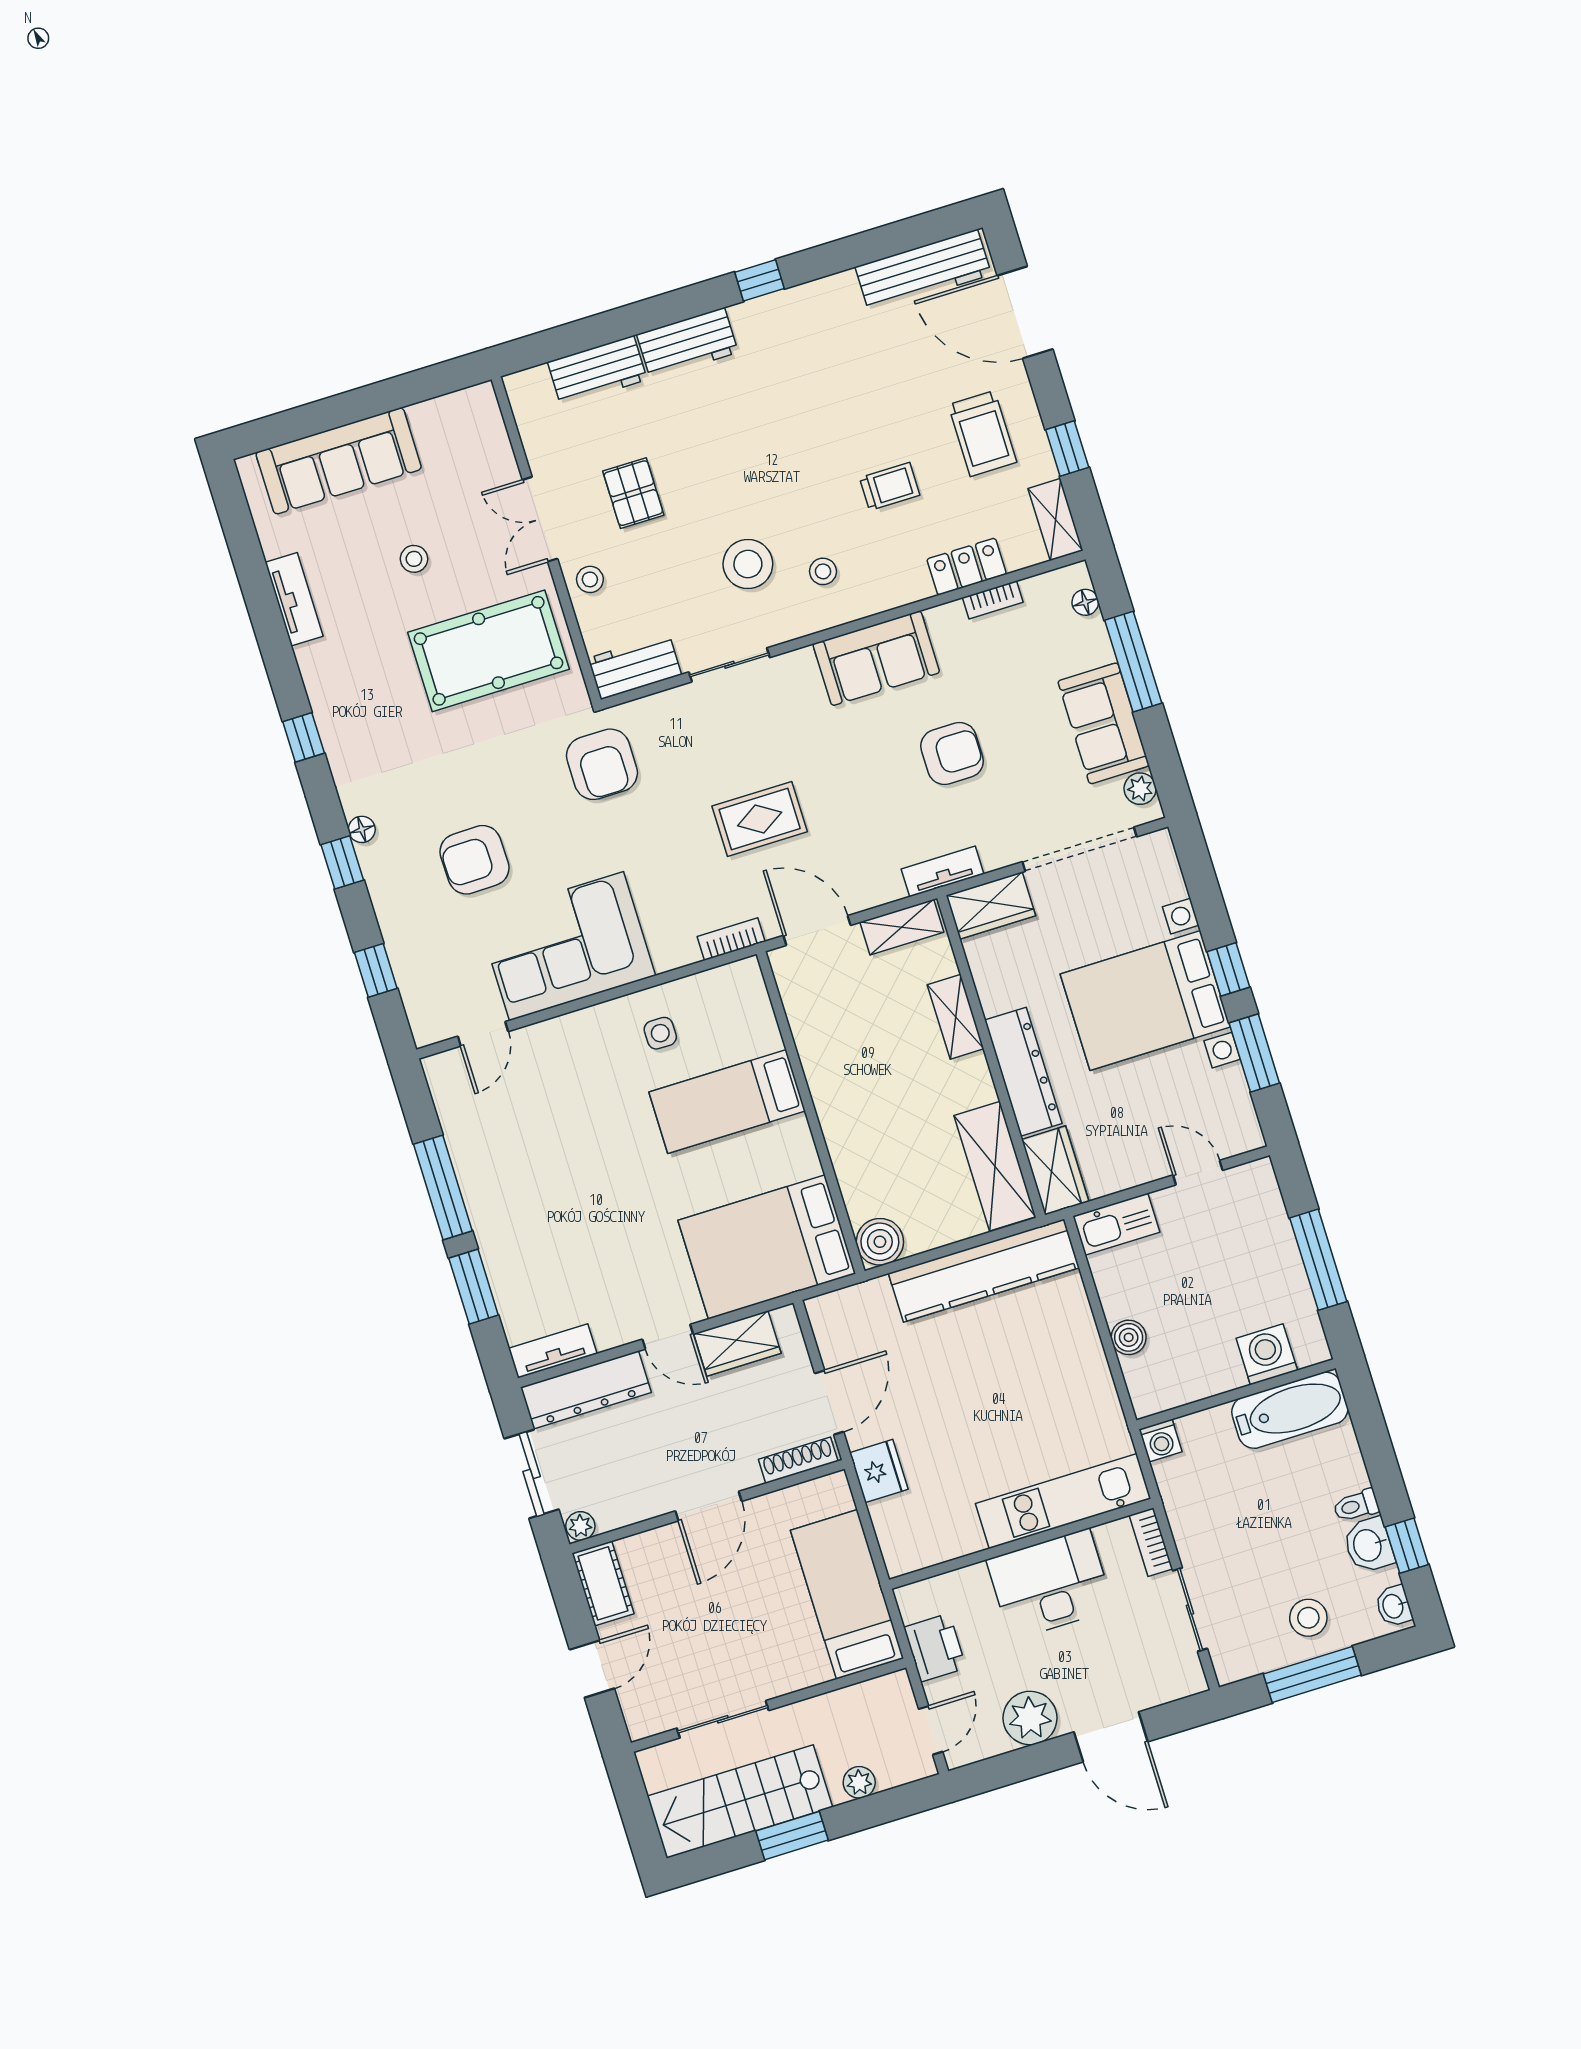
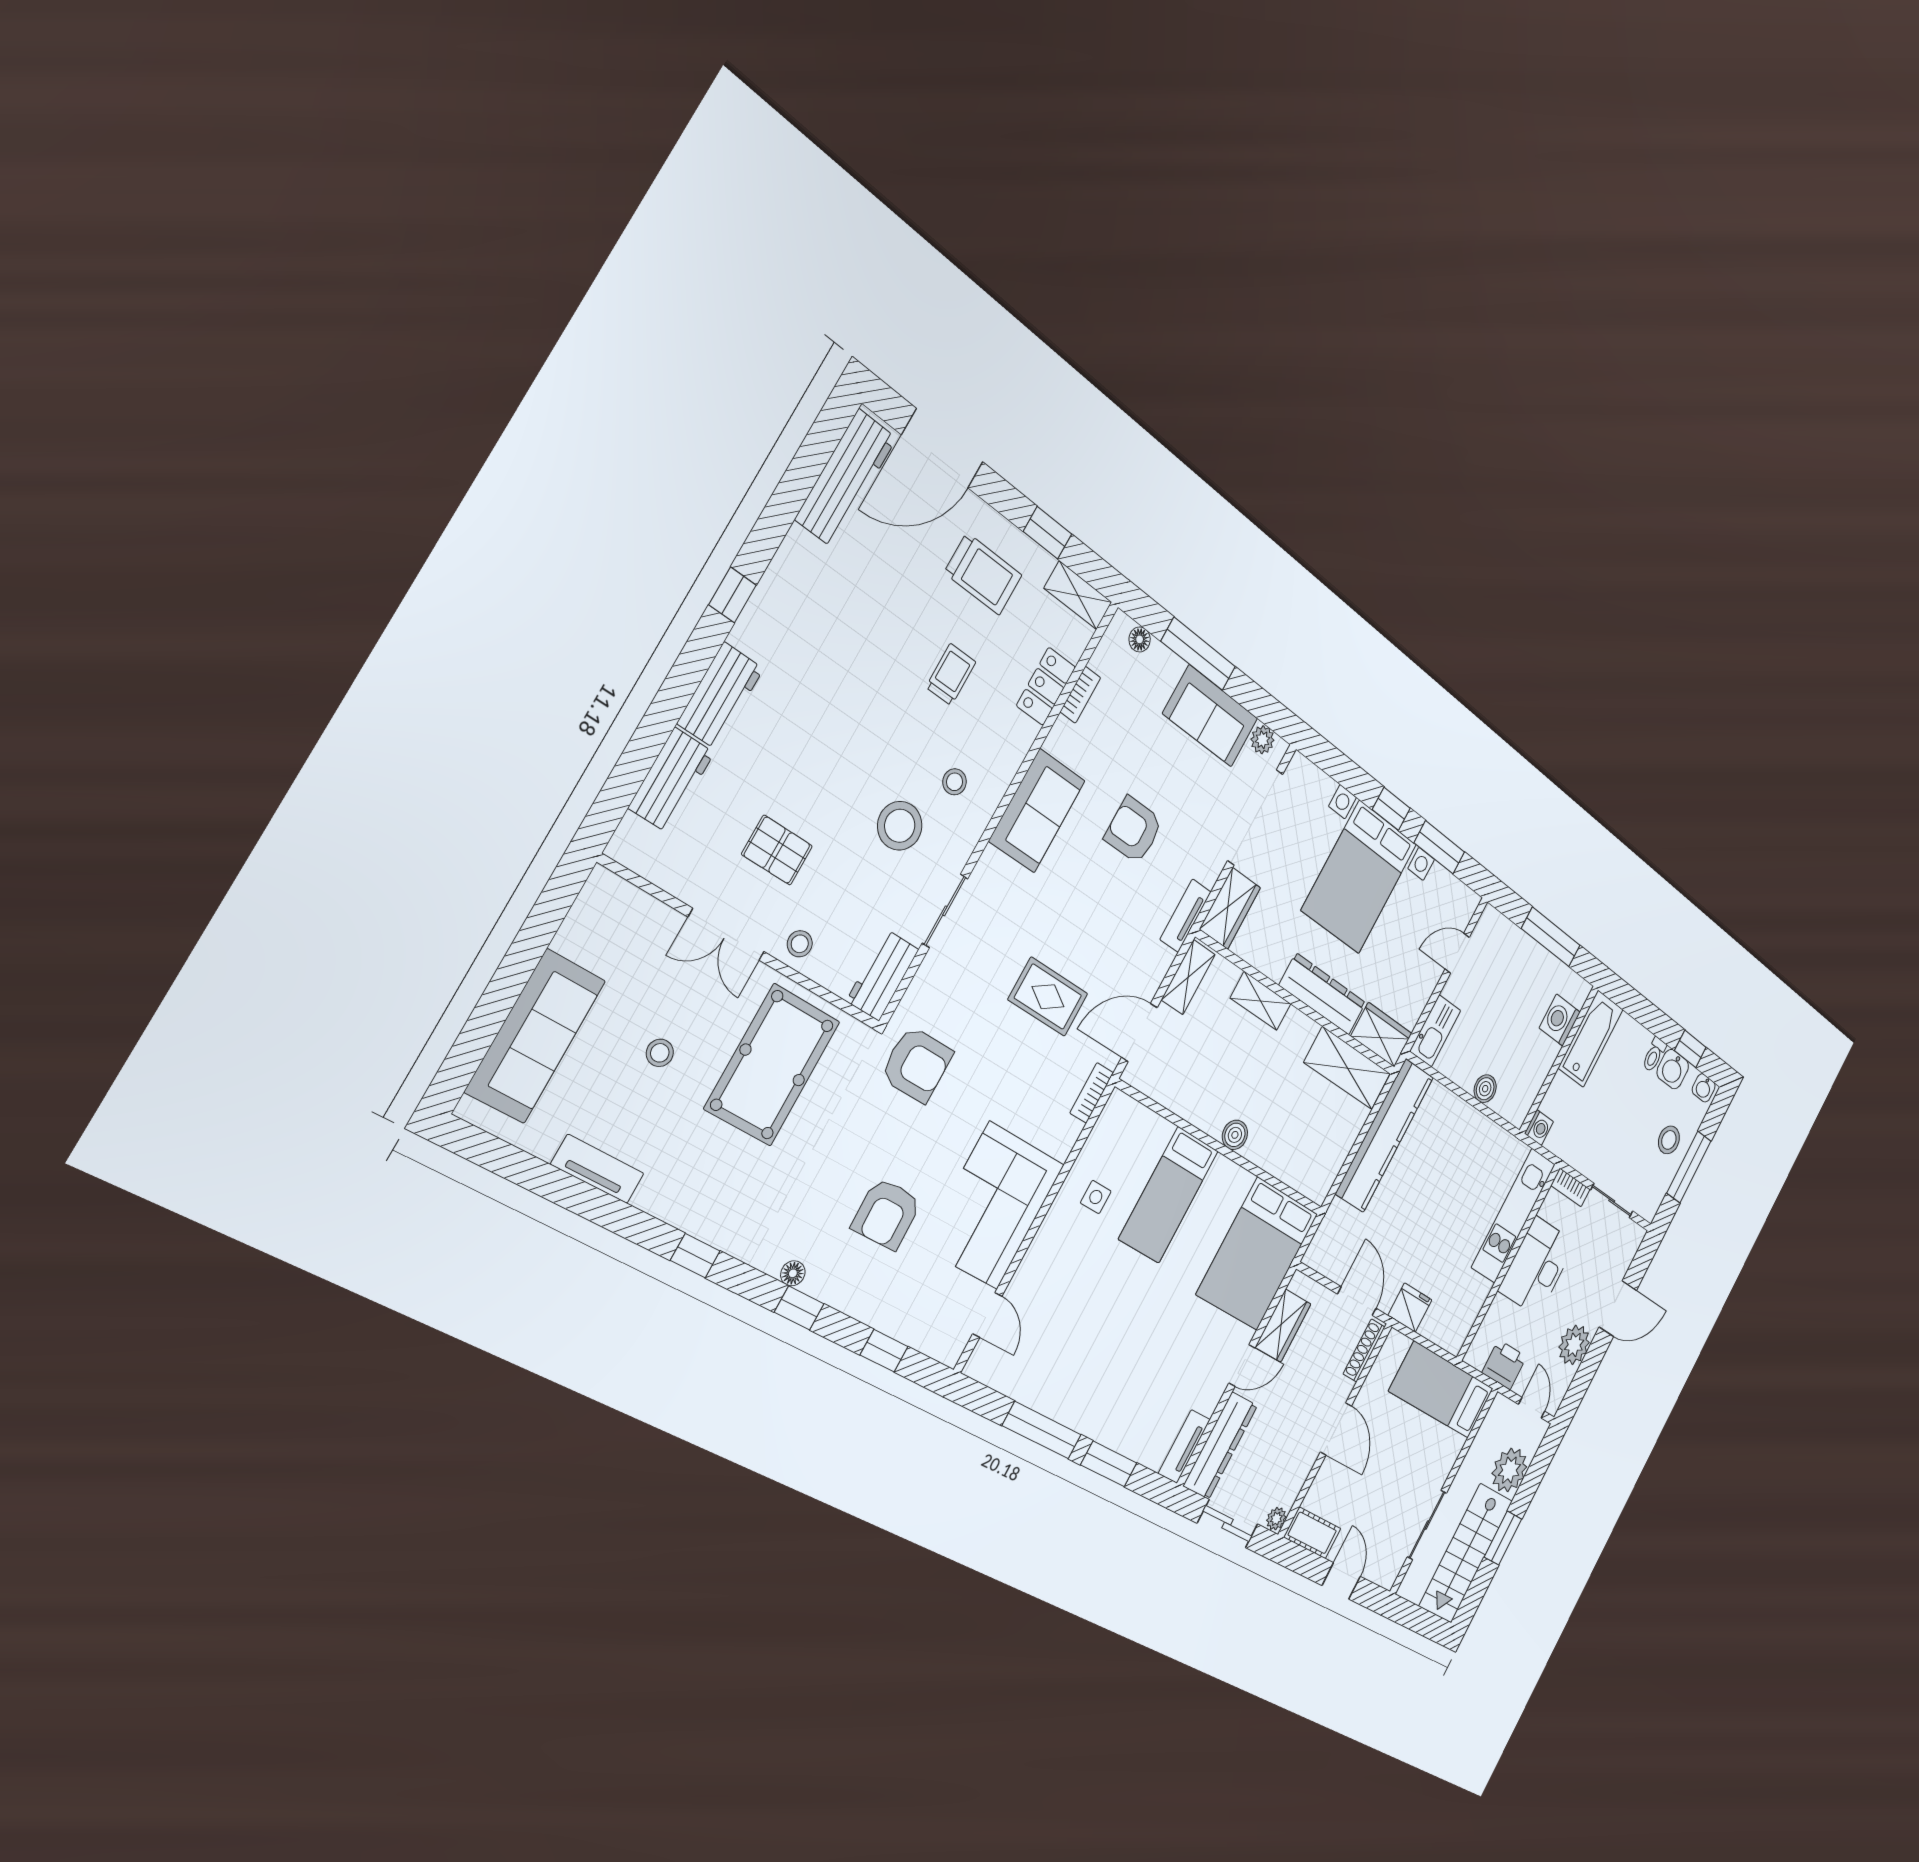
armchair: (952, 753) -> (1134, 830), turned -90
rug: (760, 819) -> (1048, 997), turned 90
boiler: (880, 1242) -> (1235, 1135), moved, width x0.73, depth x0.73
plant: (859, 1782) -> (1509, 1470), width x1.87, depth x1.87

